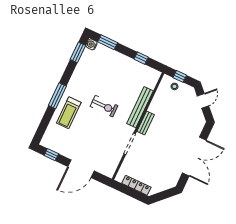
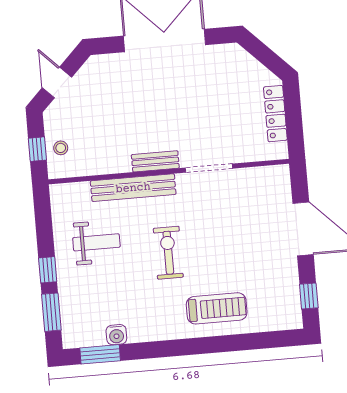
water cooler: (92, 44) -> (116, 335), moved
window: (141, 58) -> (48, 270), moved
weight bench: (126, 78) -> (96, 242), added
window: (57, 96) -> (198, 346), removed
door: (203, 101) -> (57, 83), hinge flipped

